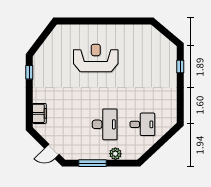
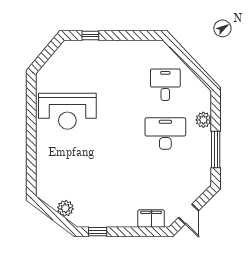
plant: (47, 47) -> (65, 208), added
reception desk: (96, 58) -> (67, 111), moved, turned -90
door: (52, 151) -> (189, 214), moved

